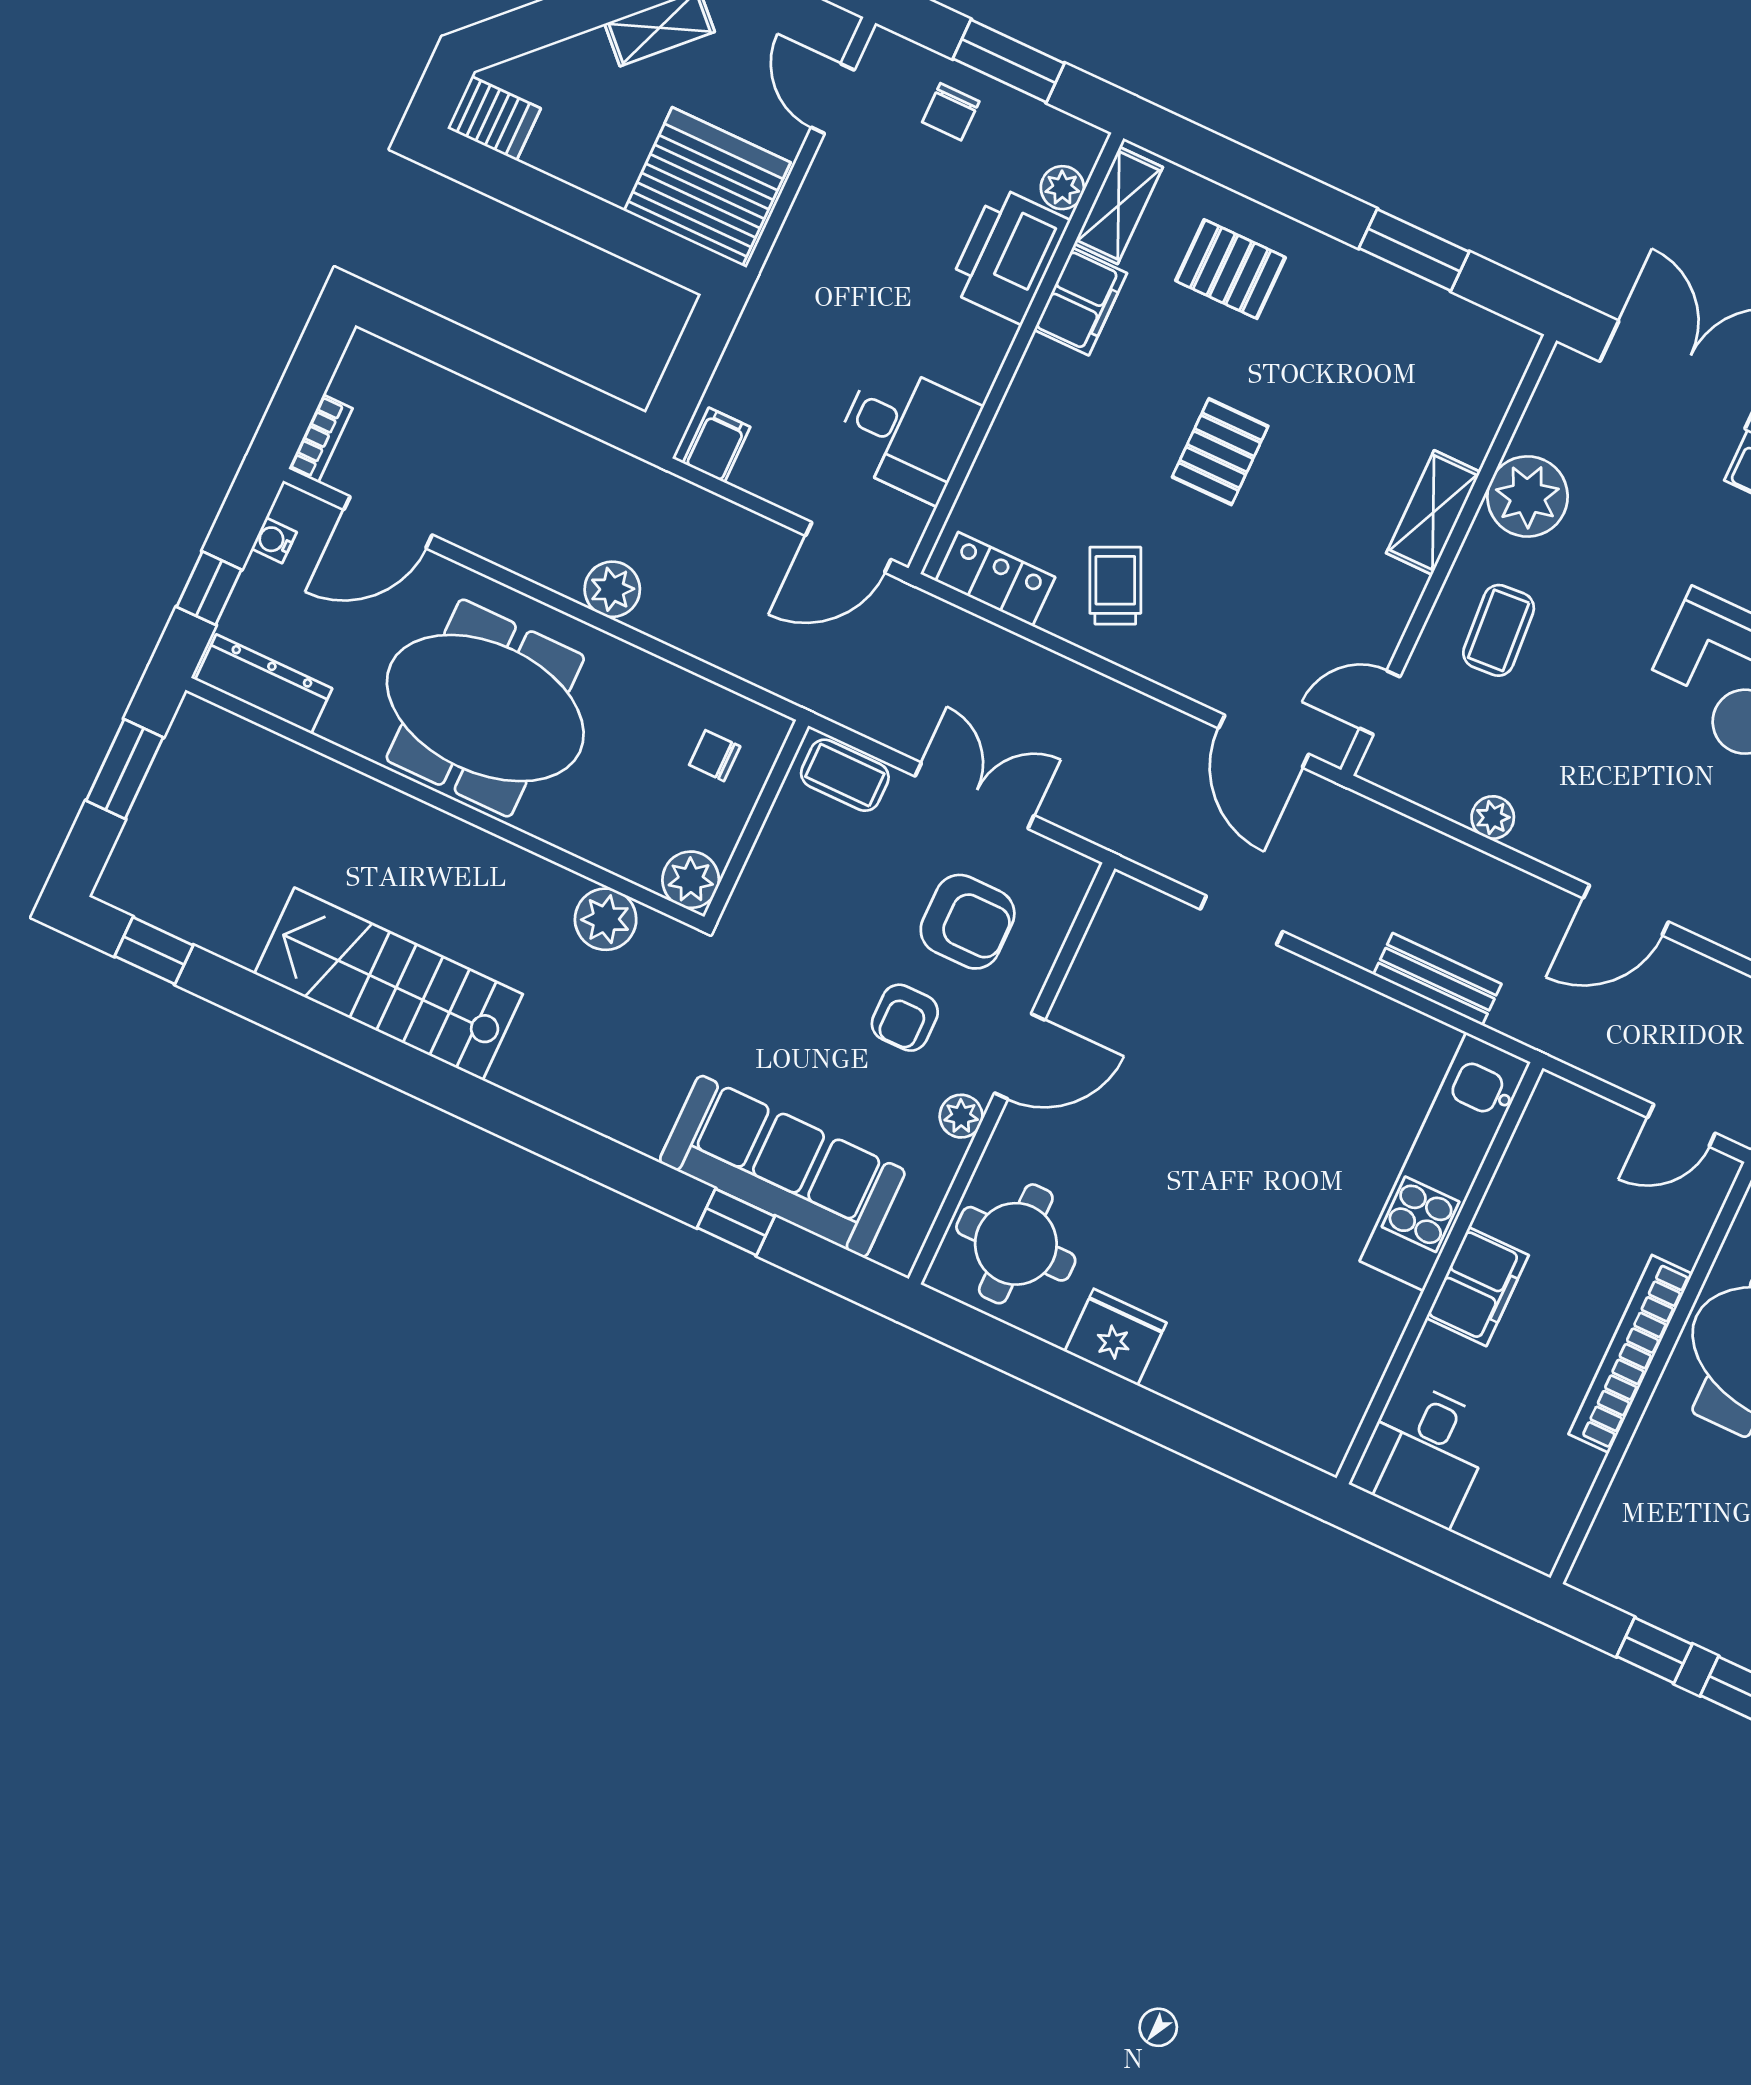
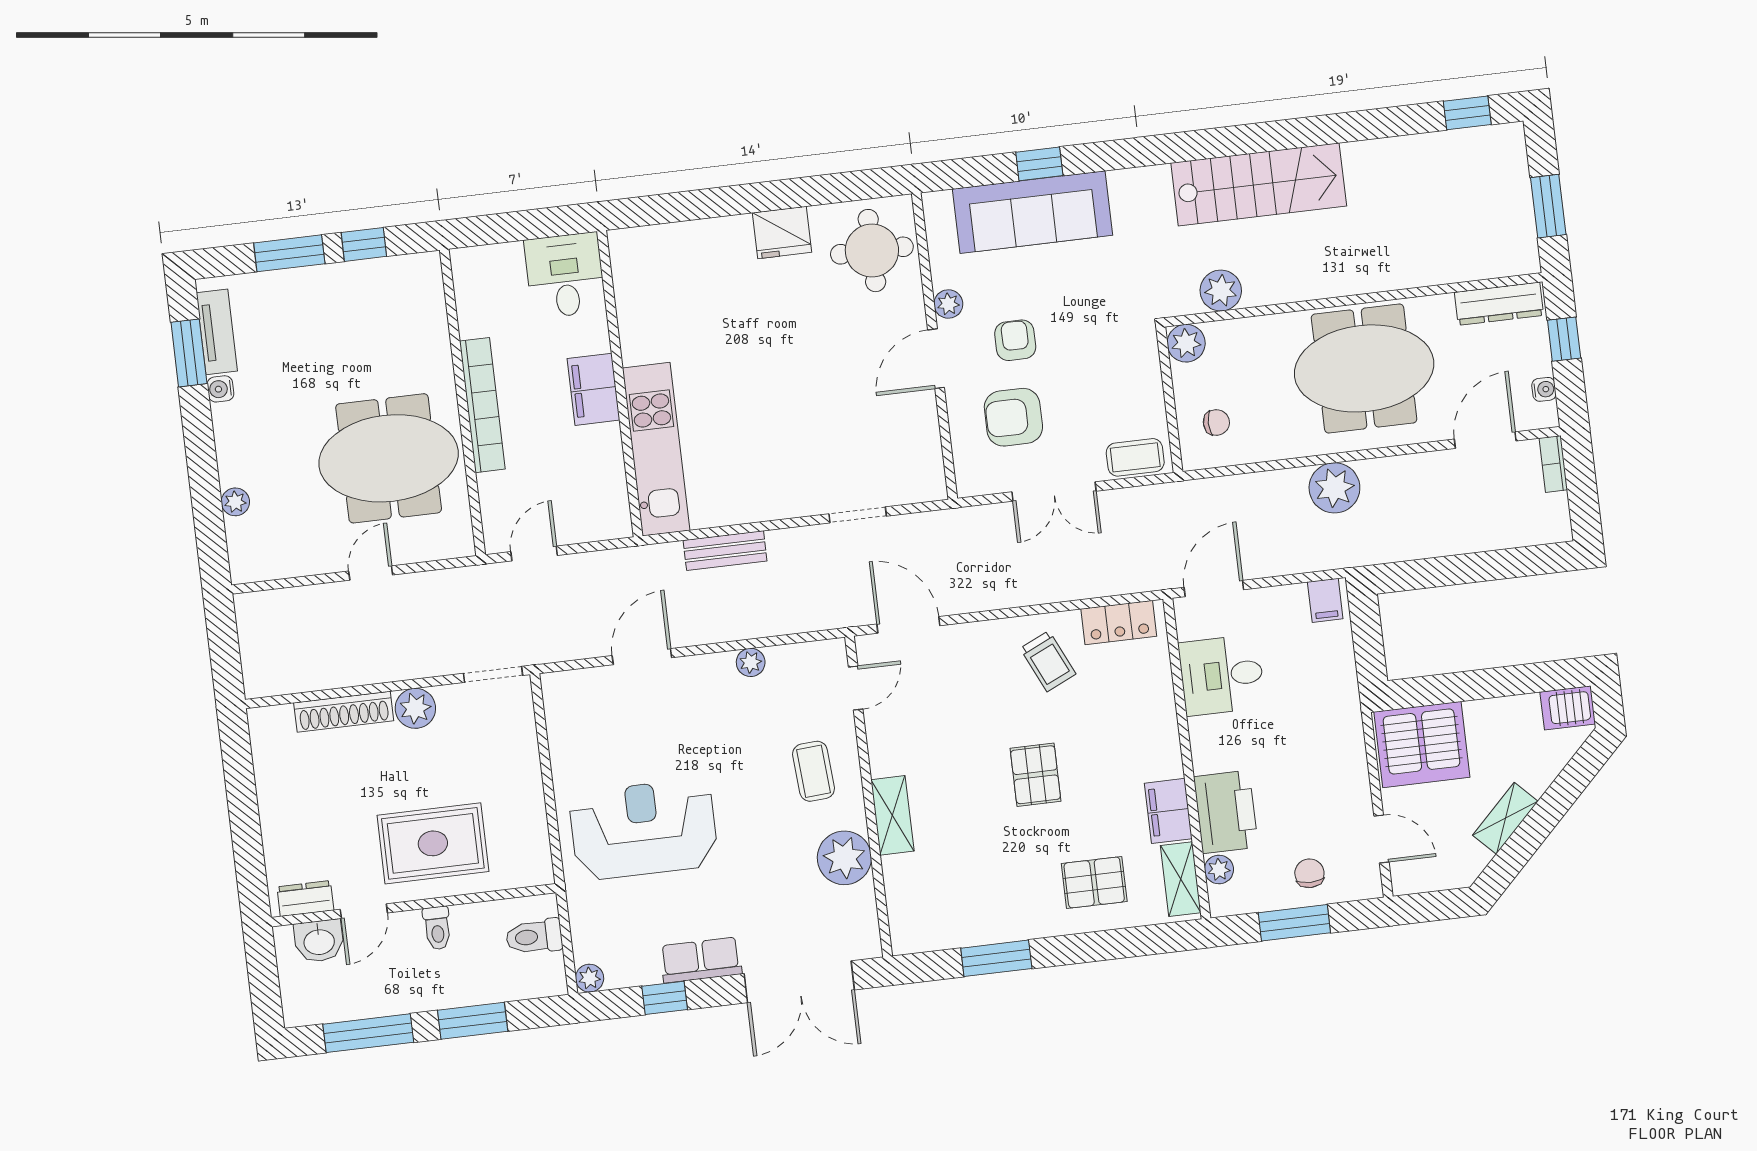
plant: (612, 589) -> (1334, 488), width x1.36, depth x1.36
stairs: (389, 984) -> (1259, 184), moved

